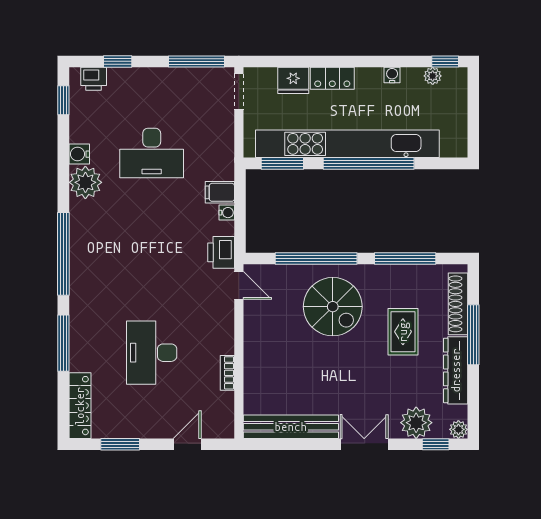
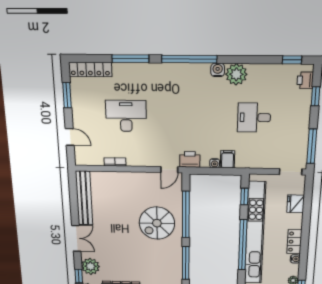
locker: (332, 78) -> (294, 242), moved
desk: (152, 153) -> (254, 117), width x0.73
water cooler: (79, 154) -> (218, 70), moved
window: (282, 163) -> (244, 197), width x0.67
rug: (403, 332) -> (143, 261), removed

